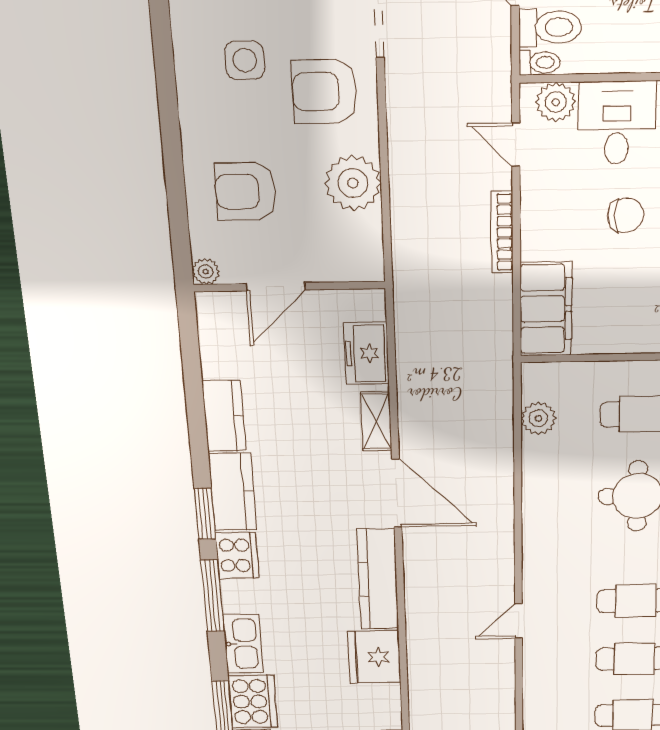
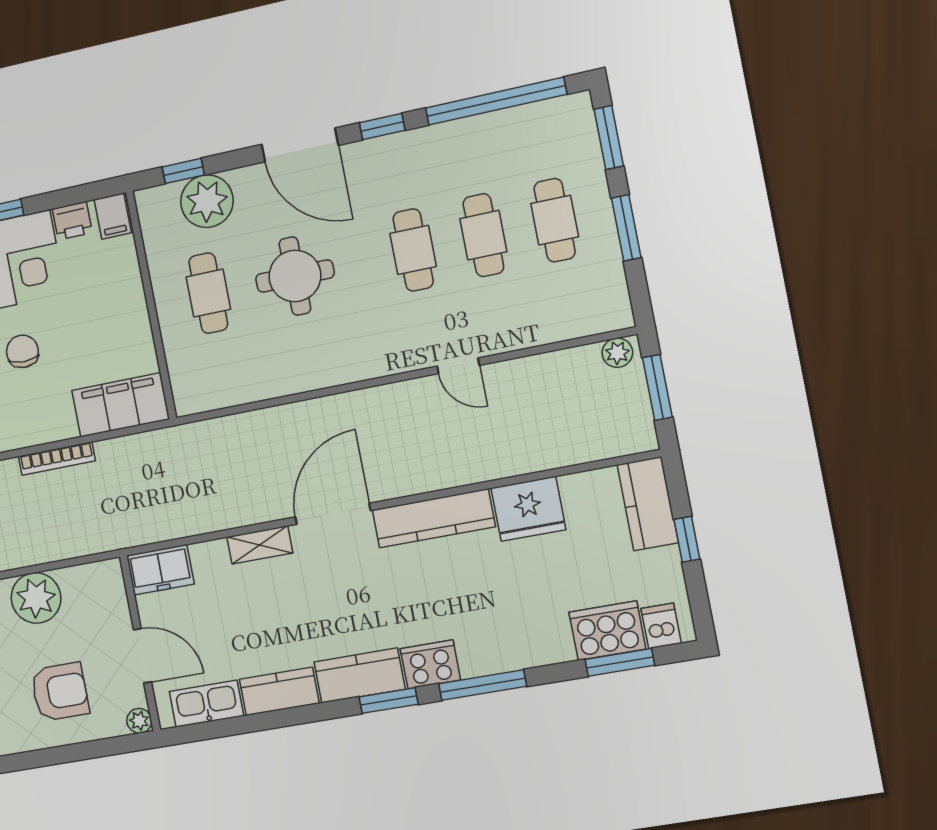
armchair: (246, 192) -> (60, 692), turned -90
freezer: (367, 353) -> (160, 570), moved
plant: (538, 418) -> (230, 390), removed
kitchen sink: (243, 644) -> (206, 704), moved

